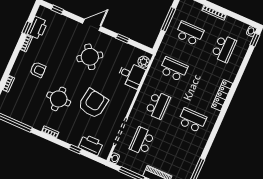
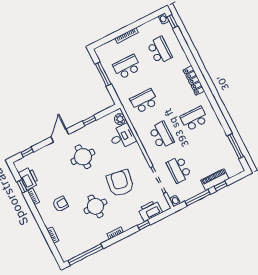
round table: (90, 57) -> (83, 157), turned 34

